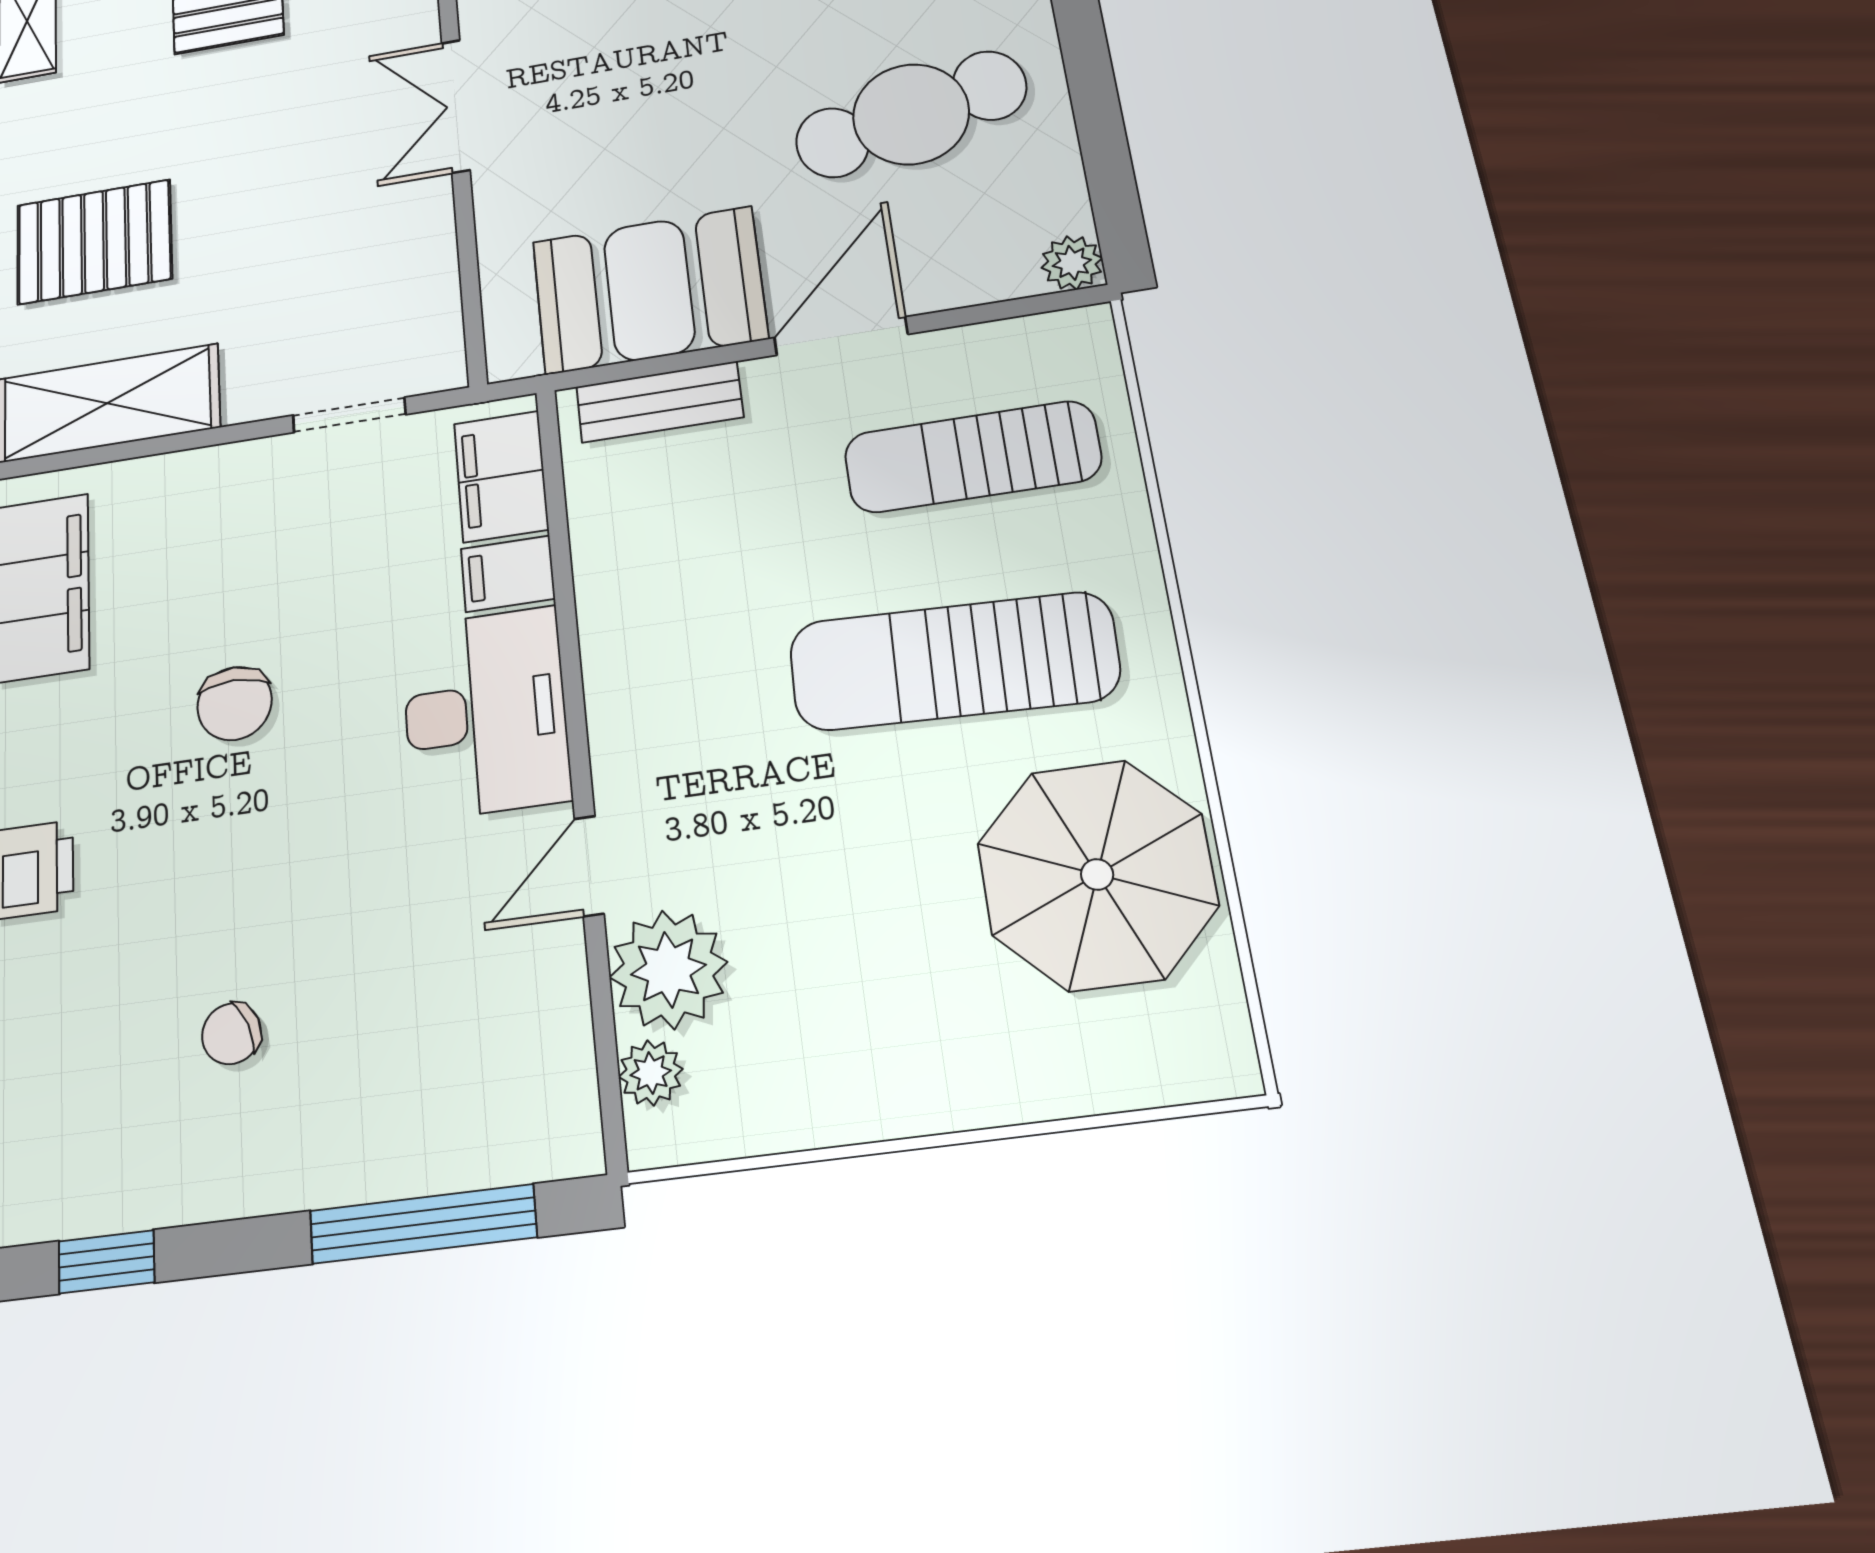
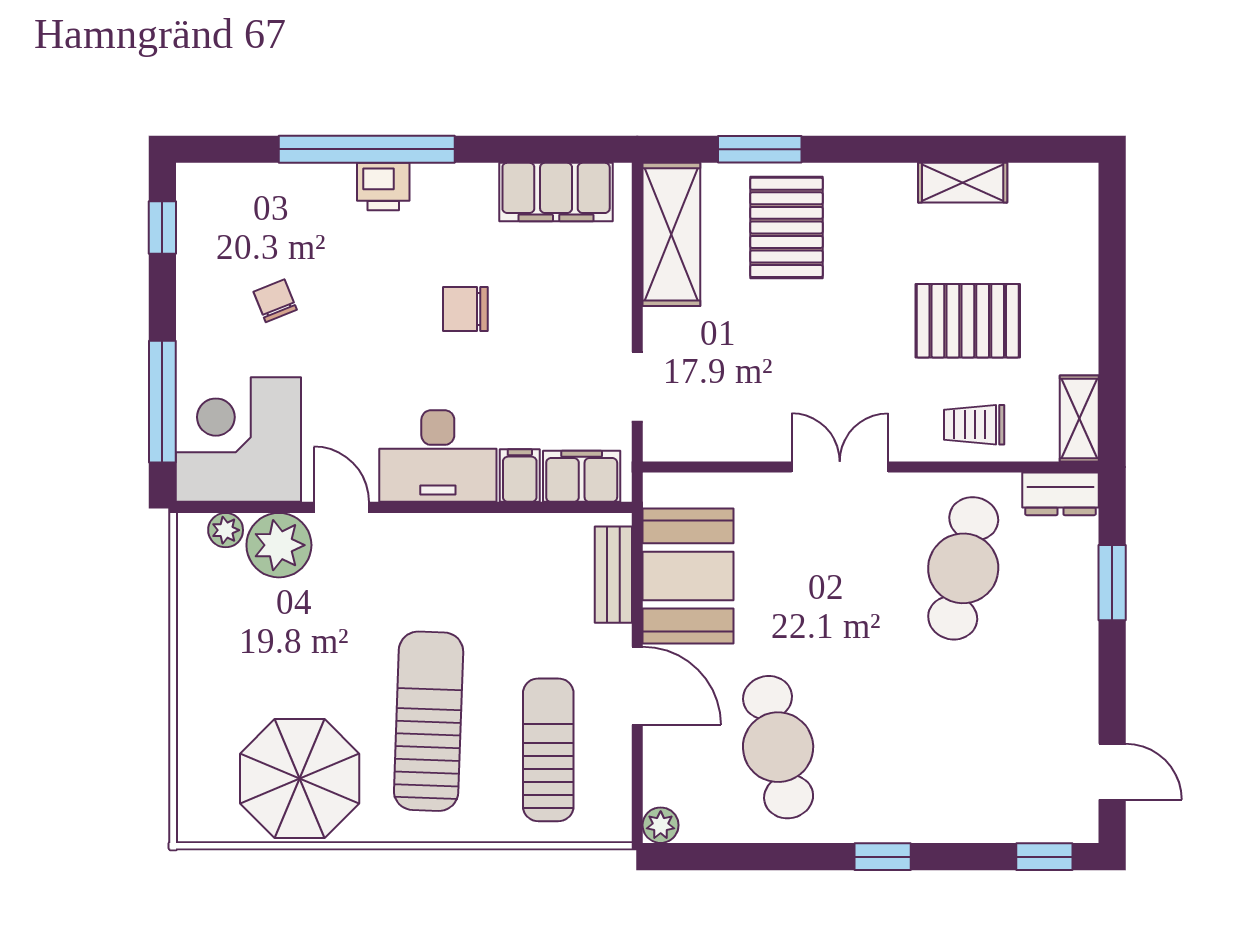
corner desk: (483, 1070) -> (238, 440), added

